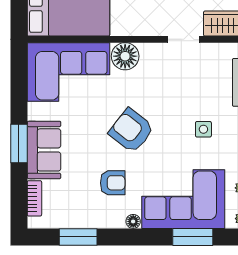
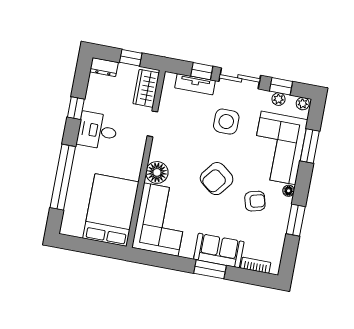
side table: (203, 129) -> (226, 122), width x1.87, depth x1.87
armchair: (113, 183) -> (255, 201), turned 75
window: (78, 237) -> (296, 220), moved

